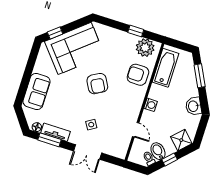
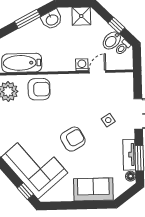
armchair: (138, 75) -> (39, 89), turned -90
window: (200, 76) -> (28, 19), moved
armchair: (97, 84) -> (73, 139), moved
washing machine: (151, 105) -> (82, 65), moved
shower: (181, 140) -> (81, 16), moved, turned 45

